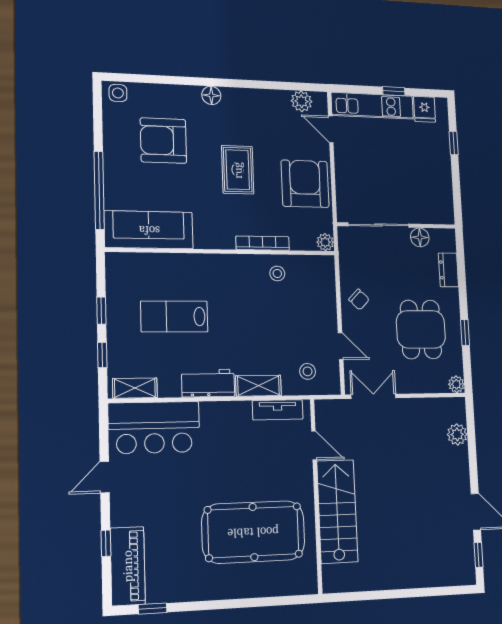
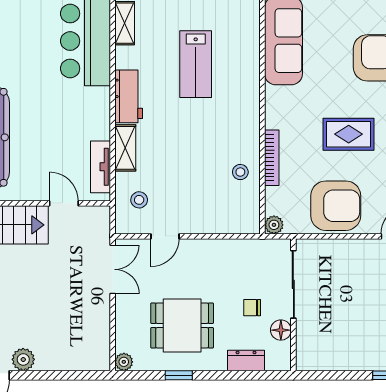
chair: (359, 299) -> (252, 308), moved, turned 46
lab bench: (174, 316) -> (196, 64), turned 180
plant: (457, 434) -> (23, 359), moved
door: (314, 445) -> (64, 203), swing flipped

